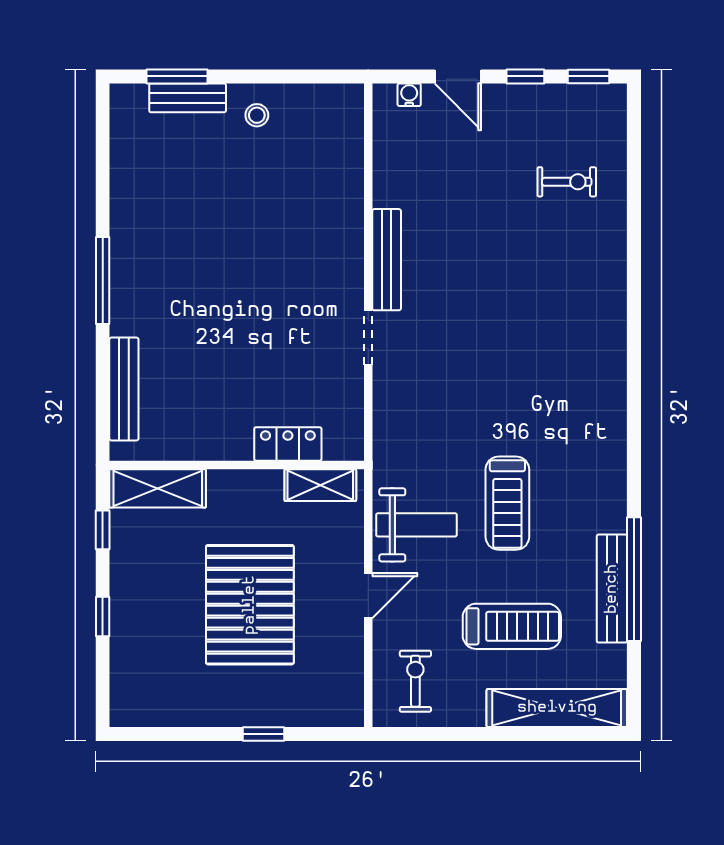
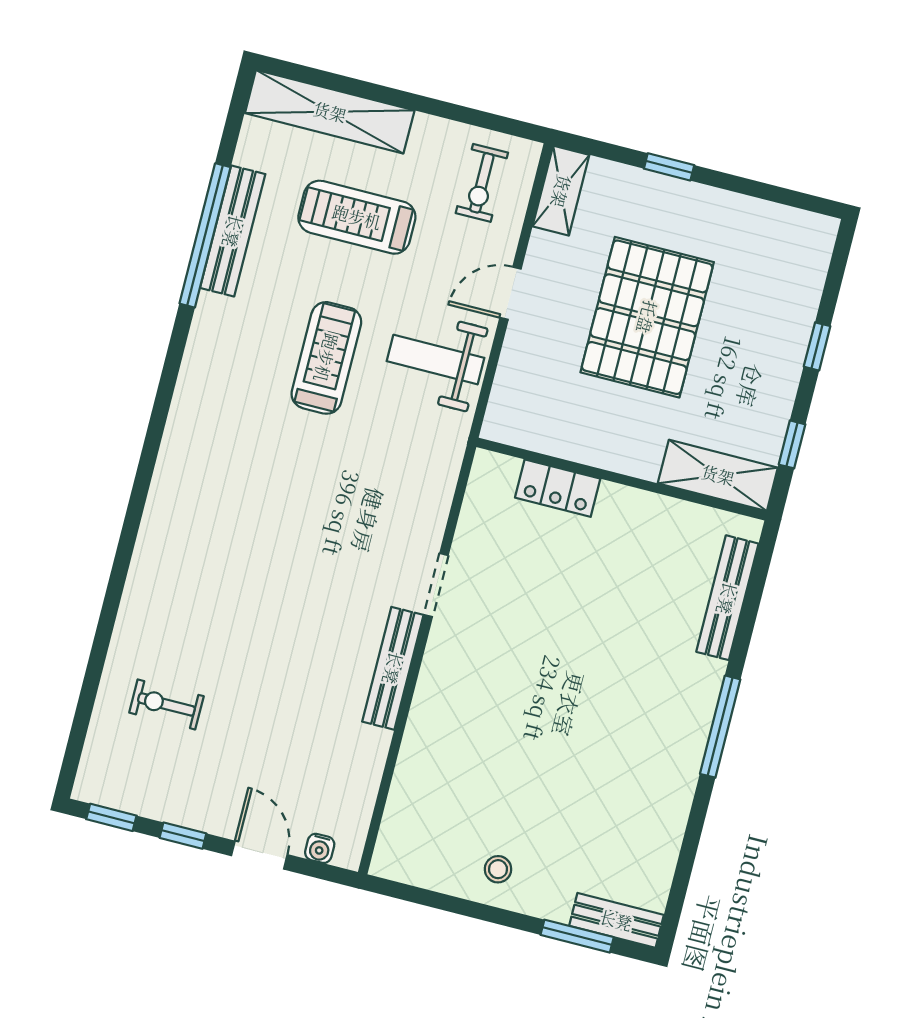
bench: (188, 98) -> (616, 920), moved
shelving: (320, 485) -> (561, 191), moved, turned 90

